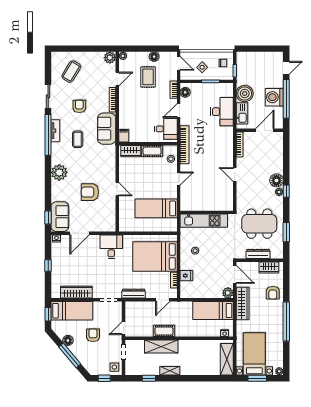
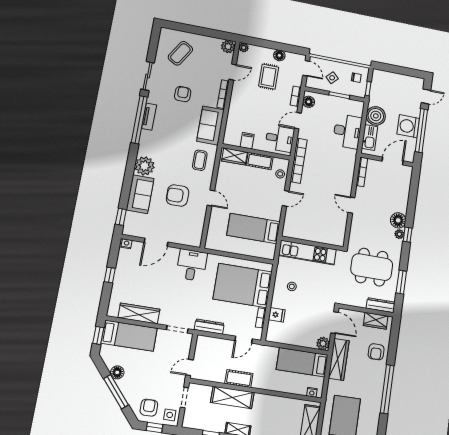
filing cabinet: (124, 136) -> (247, 141), moved
coffee table: (78, 139) -> (200, 160), moved
sofa: (60, 217) -> (140, 194), moved
dresser: (258, 254) -> (381, 305), moved
armchair: (93, 335) -> (149, 408), moved

